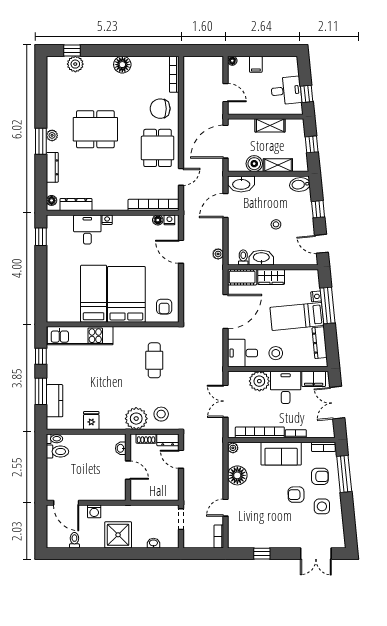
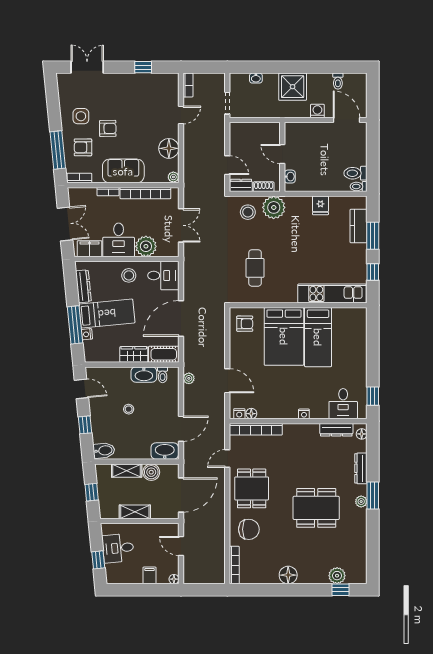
window: (307, 94) -> (98, 560), moved
desk: (87, 230) -> (343, 404), moved
armchair: (164, 307) -> (245, 324), turned 90

